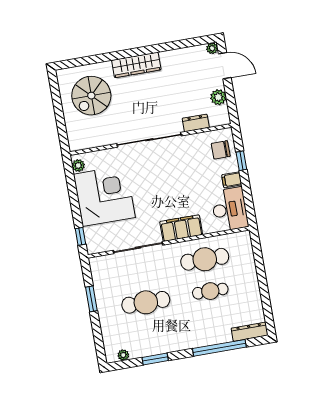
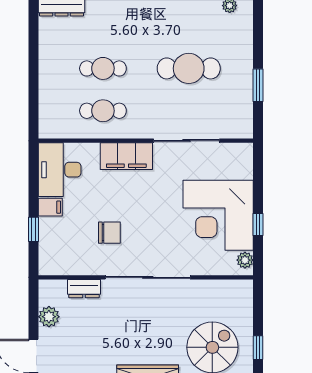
window: (57, 101) -> (258, 348), added
chair: (221, 150) -> (109, 233), moved
window: (80, 236) -> (258, 225), moved
cafe table: (205, 259) -> (103, 111), width x0.73, depth x0.74

